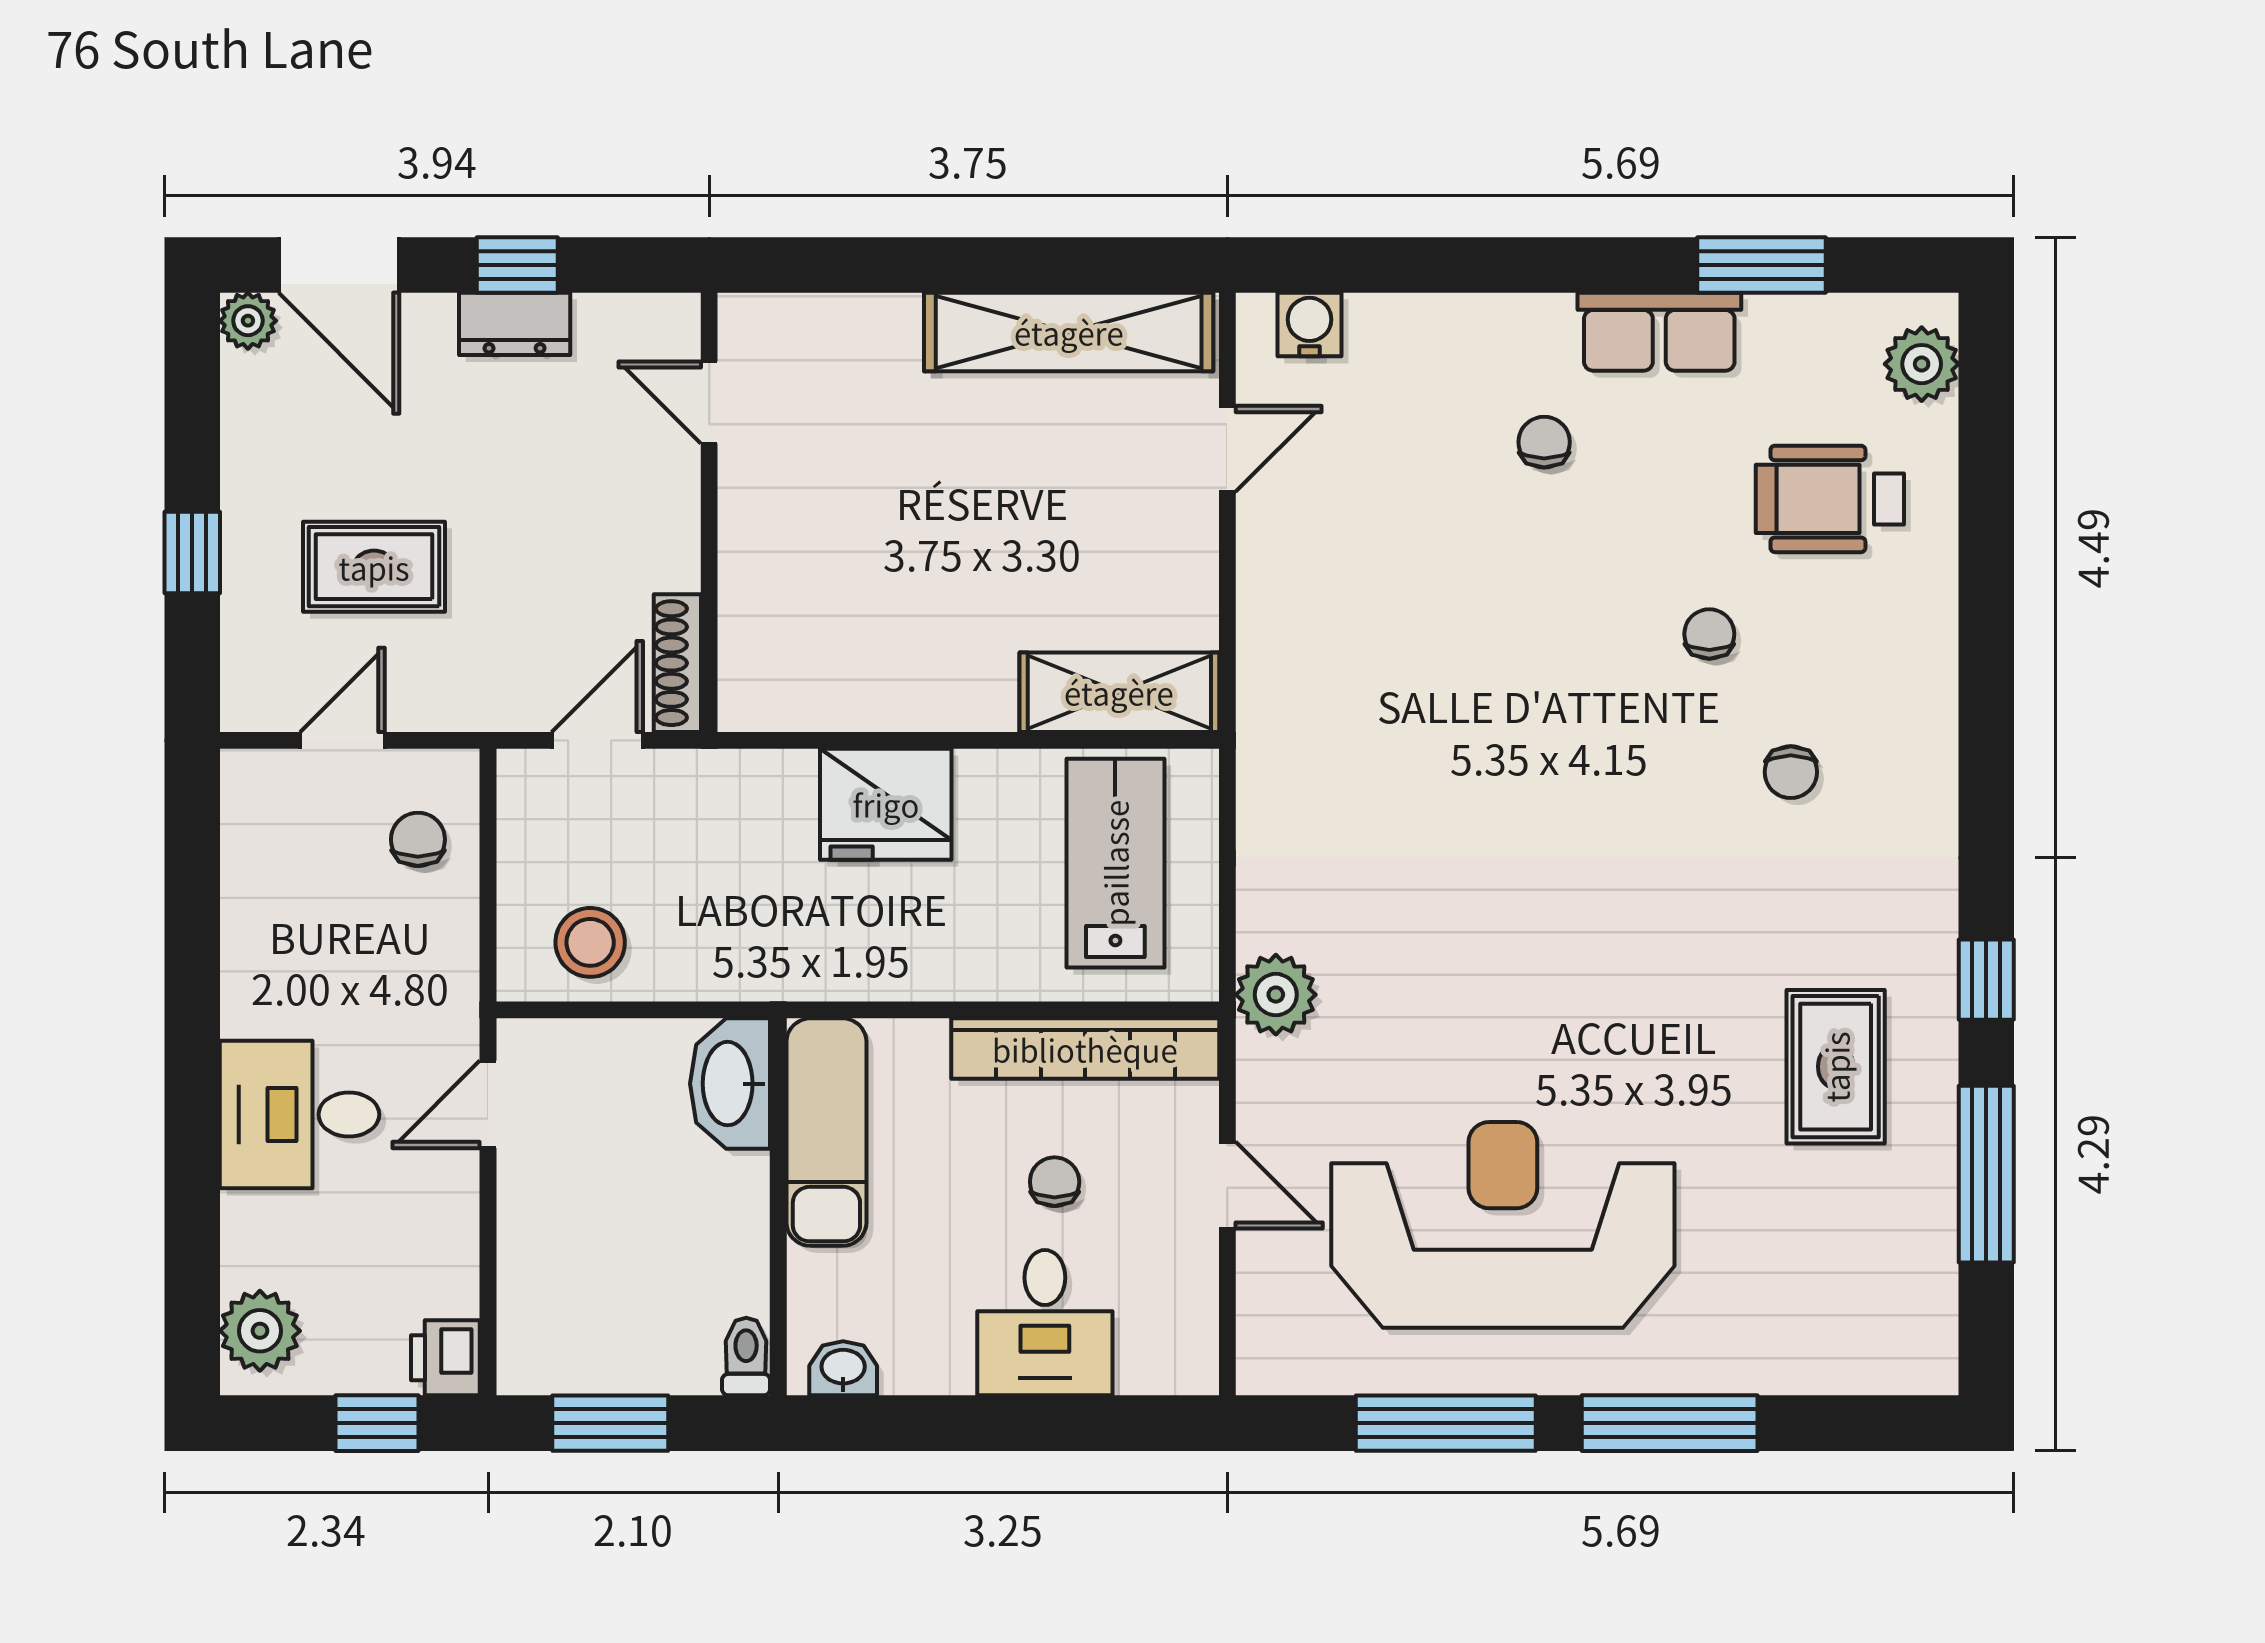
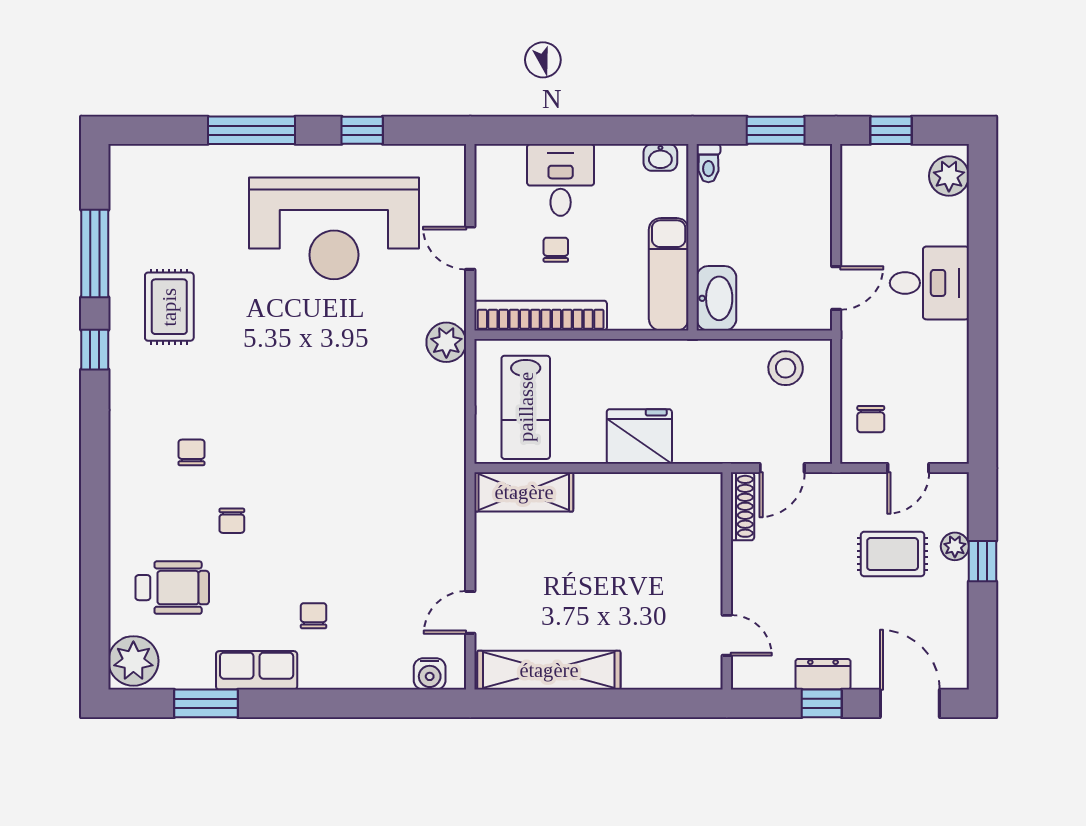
plant: (248, 321) -> (955, 546), moved
plant: (1922, 364) -> (133, 661), width x1.36, depth x1.36
chair: (1544, 442) -> (314, 616), turned 180
chair: (1055, 1182) -> (556, 250), turned 180
printer: (445, 1358) -> (857, 163), removed
window: (1446, 1423) -> (362, 130), width x0.46

